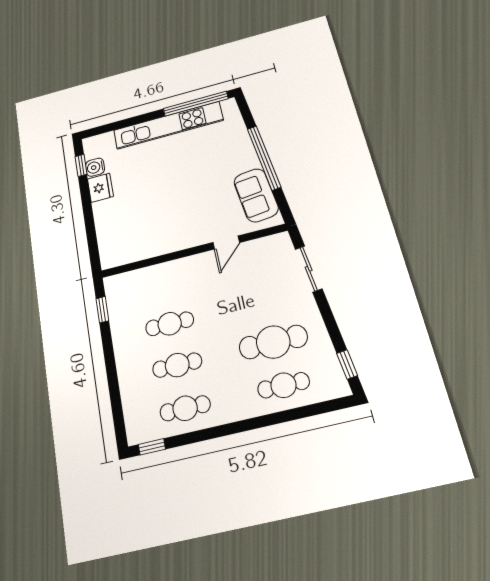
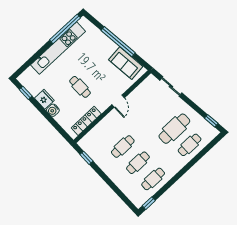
water cooler: (95, 167) -> (53, 110), moved
cafe table: (163, 196) -> (80, 87), added
door: (226, 243) -> (118, 101), moved
locker: (139, 252) -> (86, 121), added

